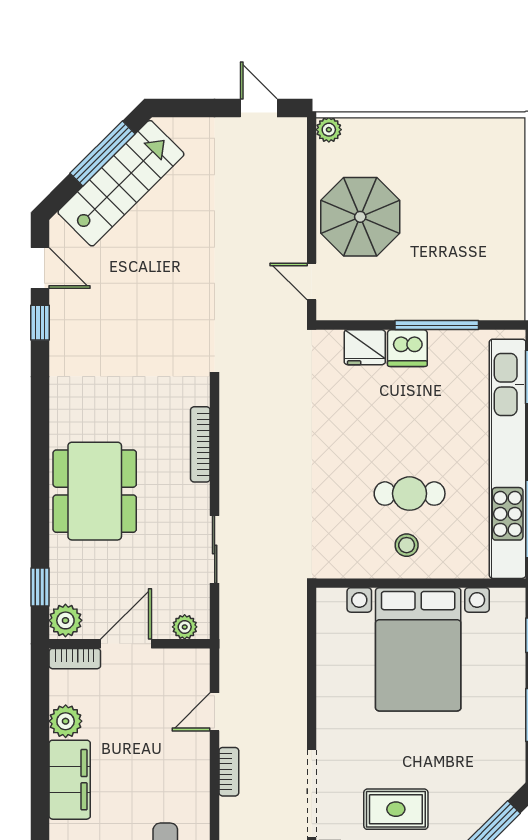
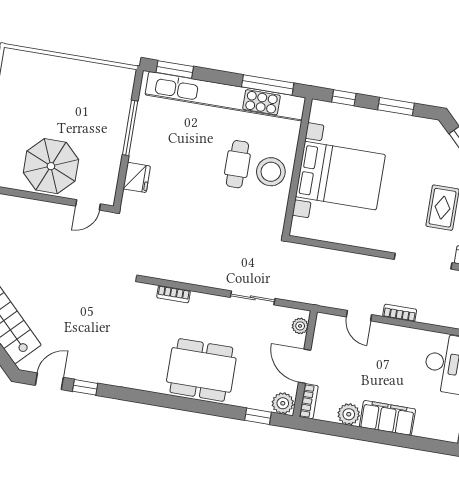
dishwasher: (407, 348) -> (142, 150), removed
bookcase: (200, 444) -> (173, 294), width x0.64
stool: (407, 545) -> (271, 172), width x1.89, depth x1.89

